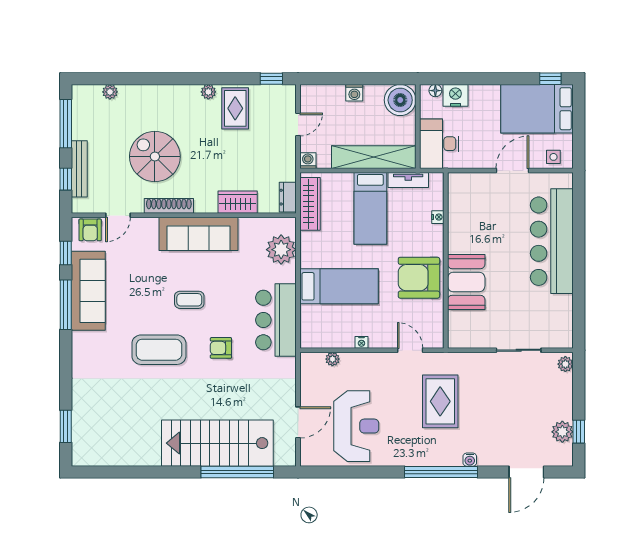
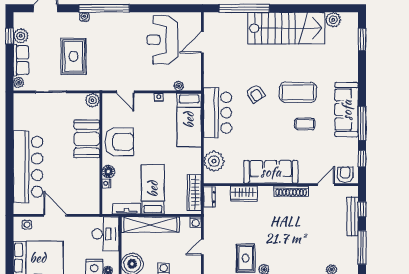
spiral stairs: (155, 156) -> (301, 225), removed
door: (512, 170) -> (55, 215), swing flipped
floor lamp: (435, 234) -> (108, 172), added
bed: (339, 286) -> (189, 120), moved, turned -90
sofa: (88, 291) -> (347, 110), moved
coffee table: (189, 300) -> (305, 124), moved
plant: (458, 338) -> (92, 100), added
armchair: (221, 348) -> (255, 93), turned 57
row of seats: (562, 396) -> (21, 60), added
rug: (440, 401) -> (73, 56), moved
stairs: (217, 443) -> (286, 28), moved
plant: (107, 455) -> (333, 20), added

